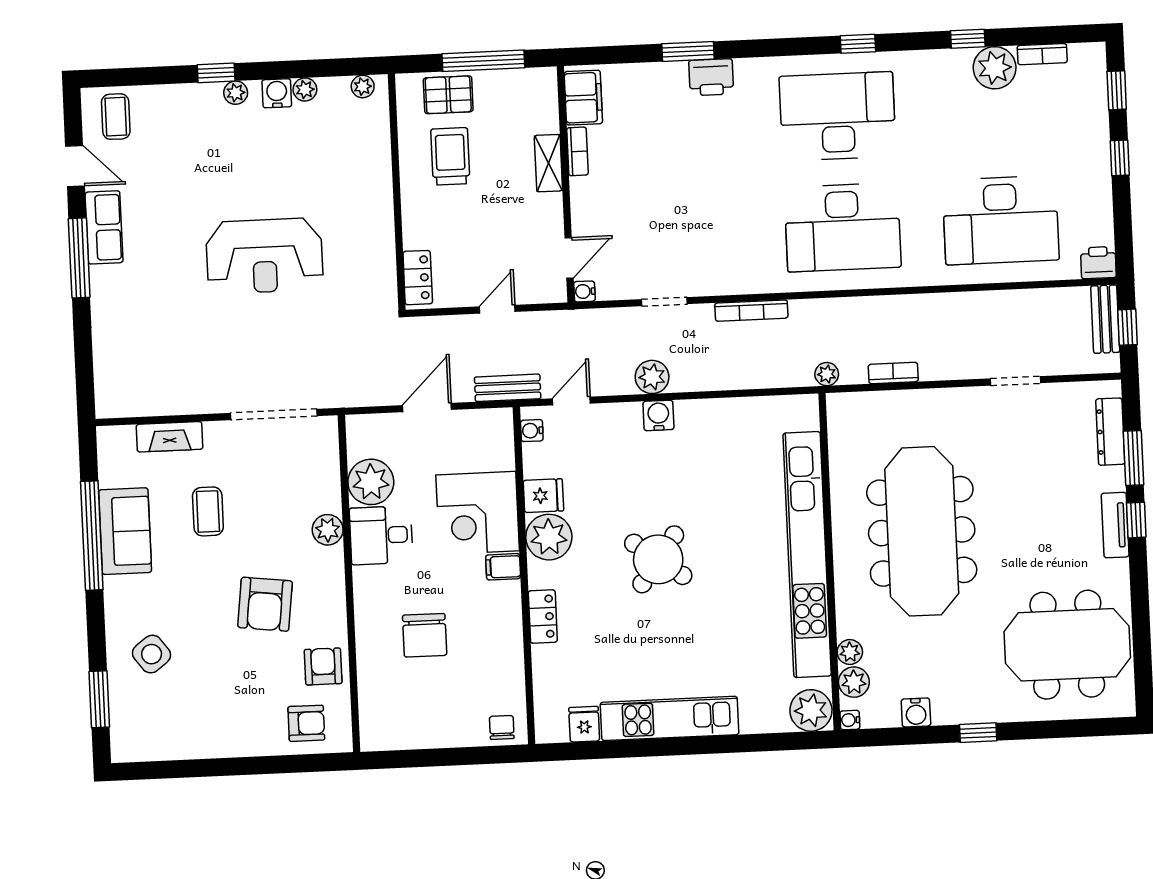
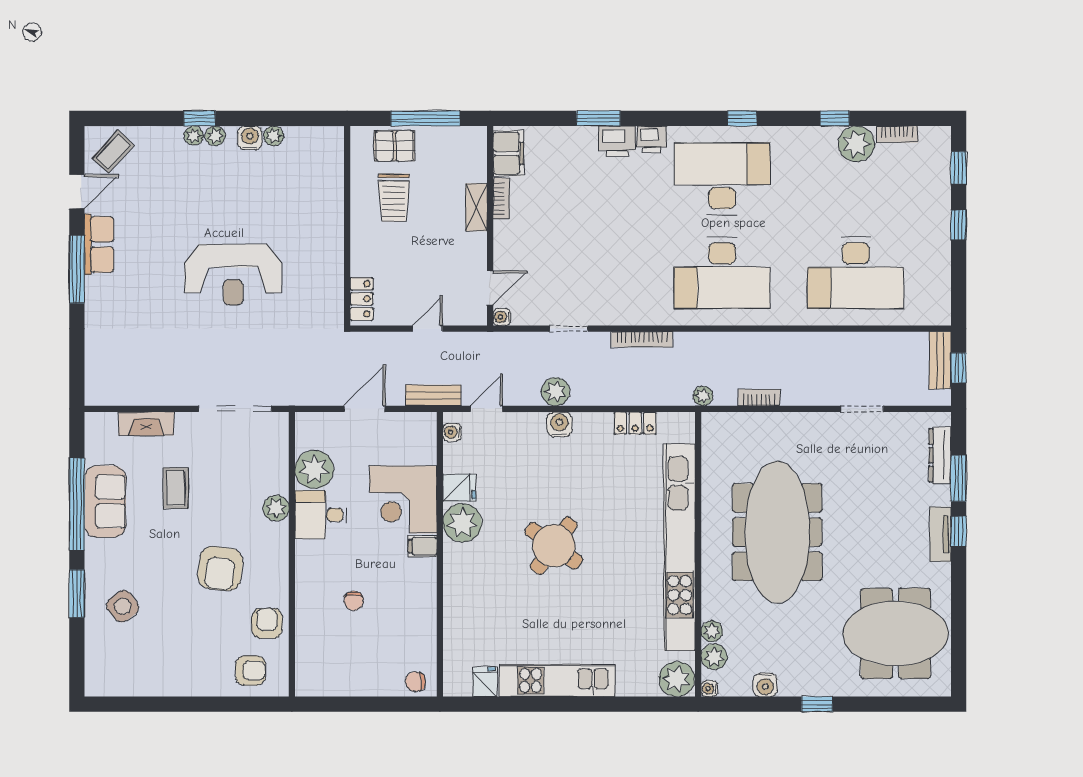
plant: (363, 87) -> (194, 136), moved
coffee table: (116, 117) -> (113, 151), turned 43
trolley: (450, 156) -> (394, 198), turned 180
door: (75, 166) -> (77, 192), hinge flipped
printer: (1098, 263) -> (652, 139), moved, turned 180
locker: (543, 616) -> (635, 423), moved, turned 90
chair: (425, 635) -> (354, 601), width x0.54, depth x0.54
window: (99, 699) -> (77, 594), moved
chair: (502, 727) -> (415, 682), turned -90

